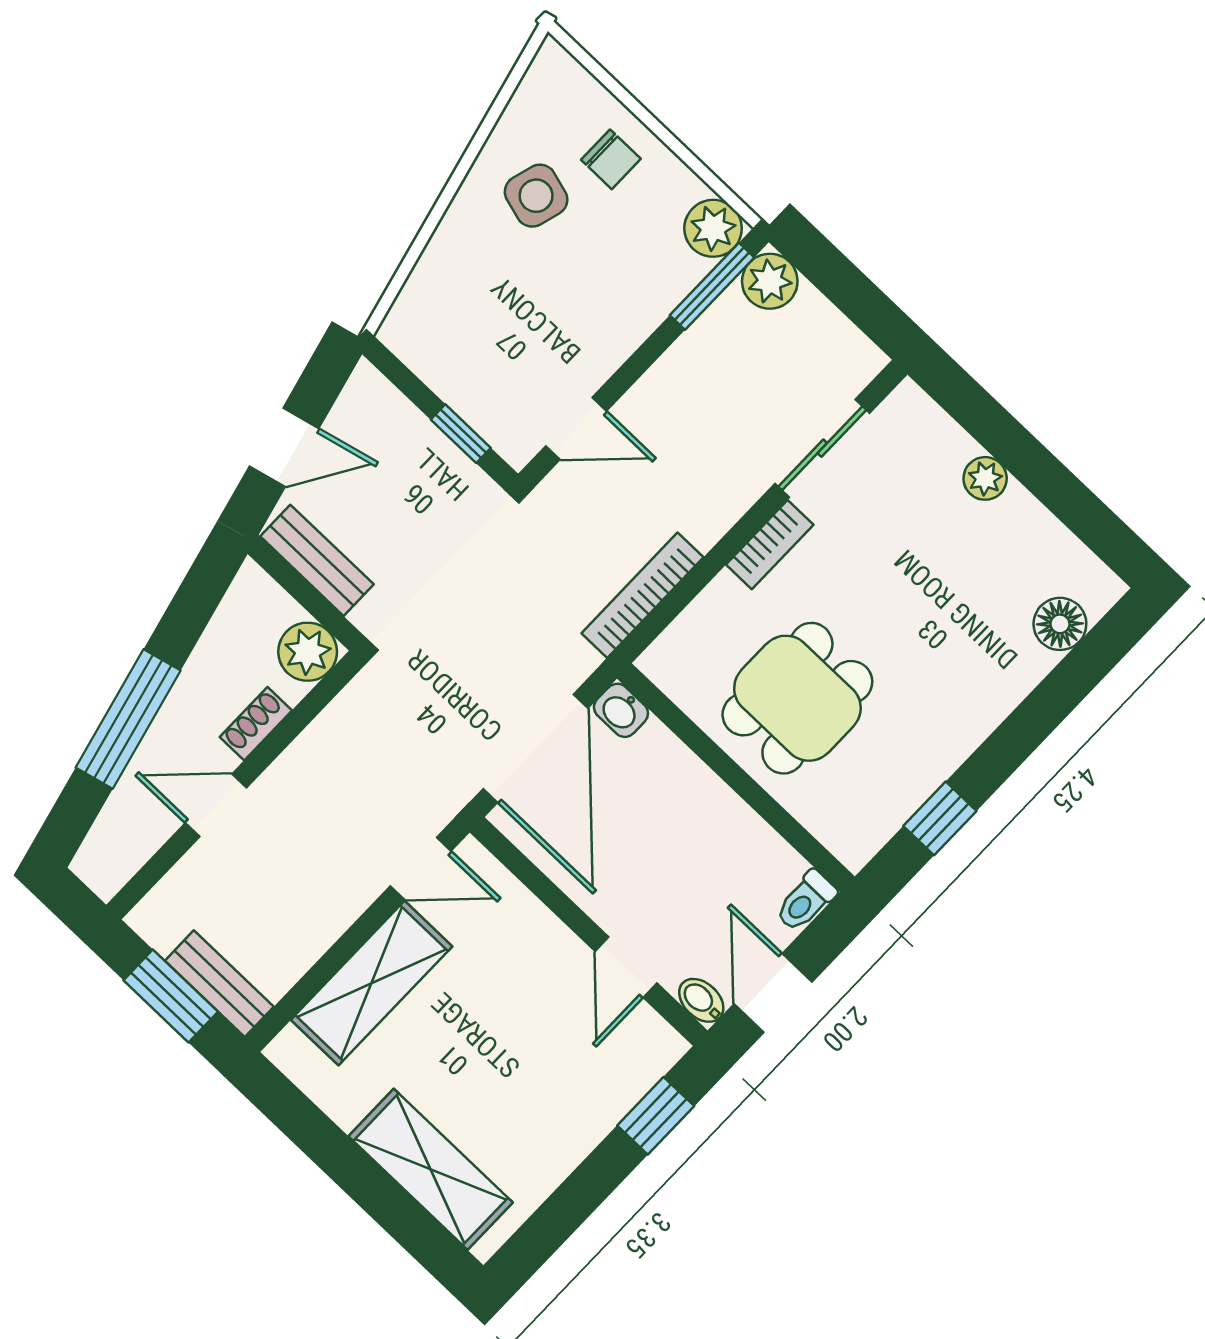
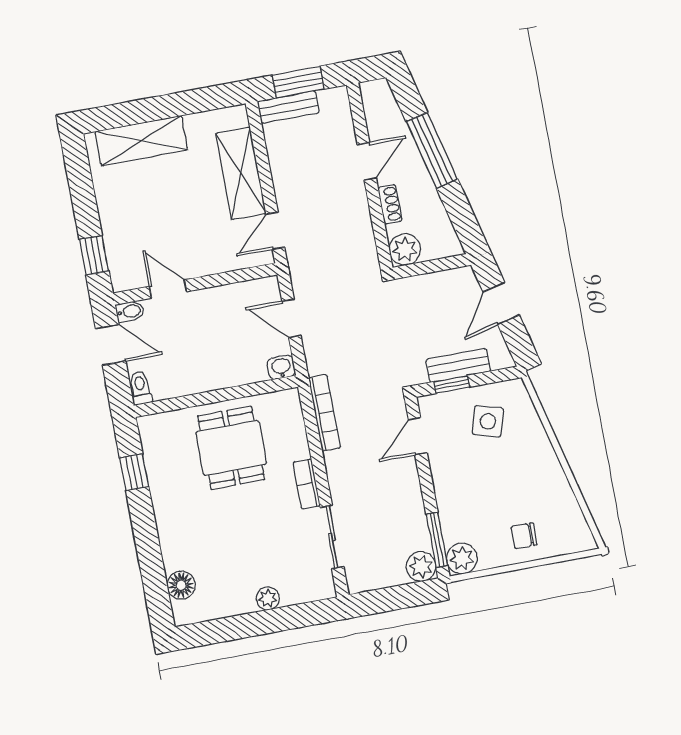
side table: (536, 196) -> (488, 421), moved
bench: (317, 560) -> (458, 365), moved
door: (536, 748) -> (291, 318), width x0.53

